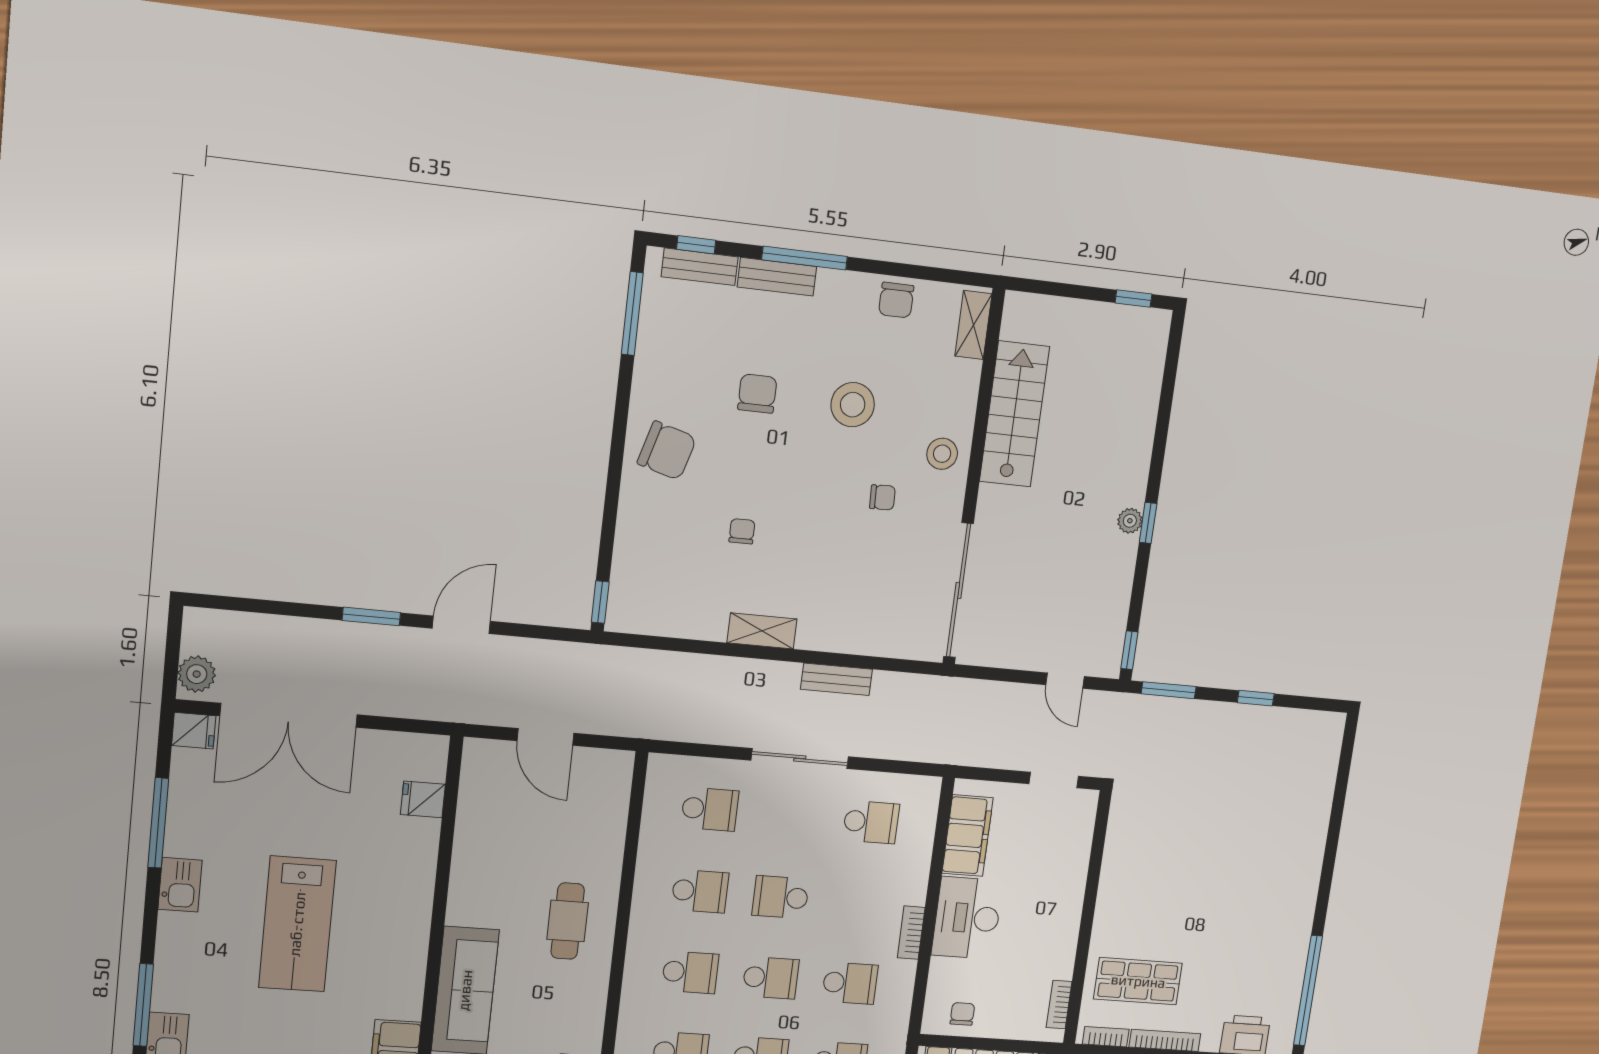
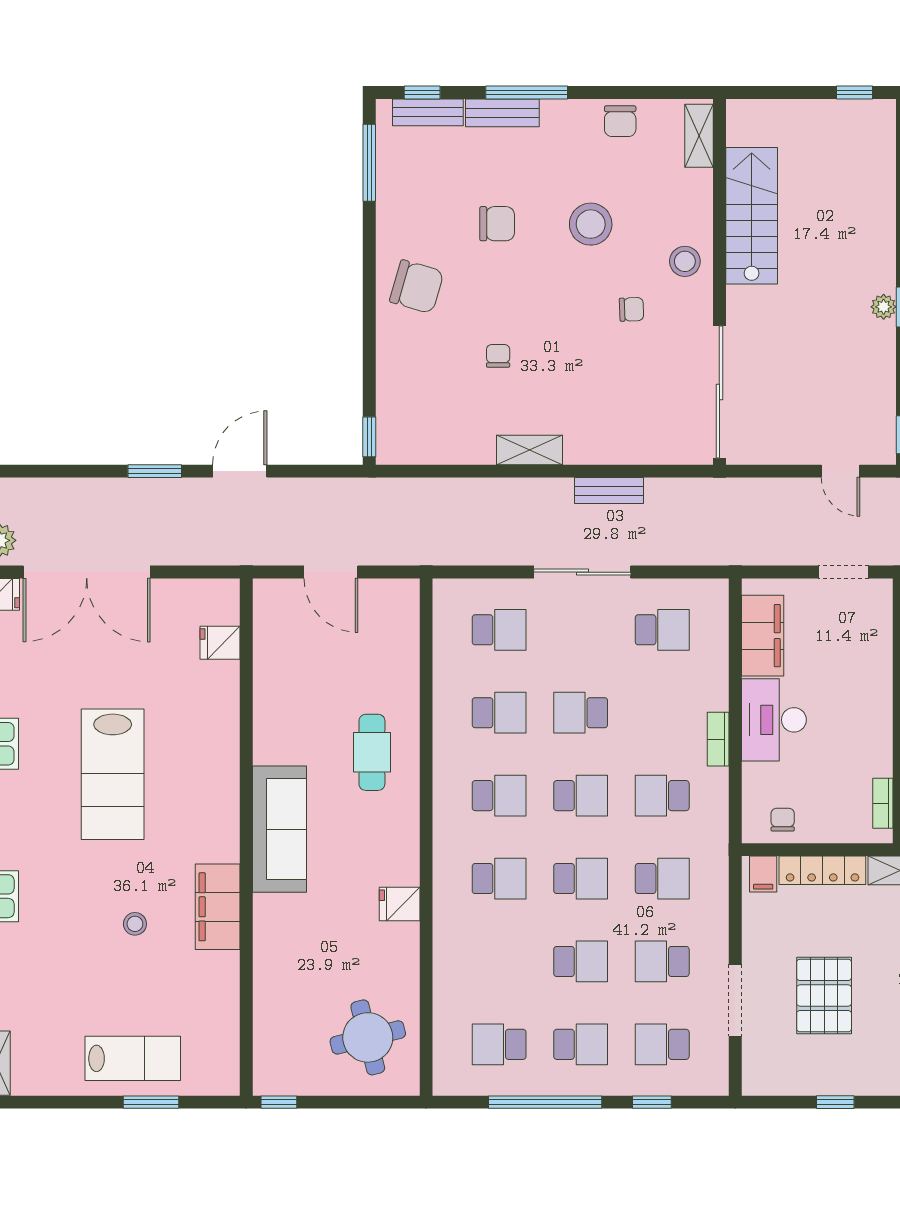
chair: (757, 393) -> (497, 224), turned 90
school desk: (850, 983) -> (662, 796), turned 180

